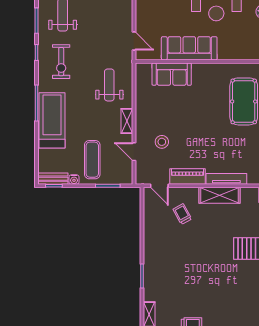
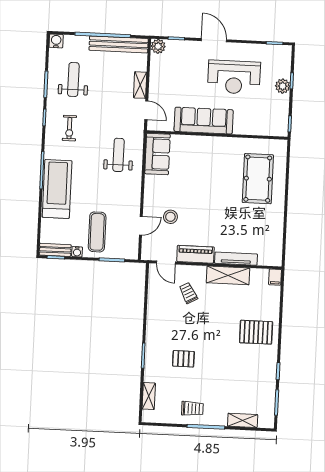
exercise bike: (61, 62) -> (69, 128), width x0.73, depth x0.72
sofa: (172, 74) -> (157, 154), moved, turned -90
shelving: (127, 121) -> (140, 85), moved
door: (134, 152) -> (141, 226), swing flipped
pallet: (181, 277) -> (183, 359), added

